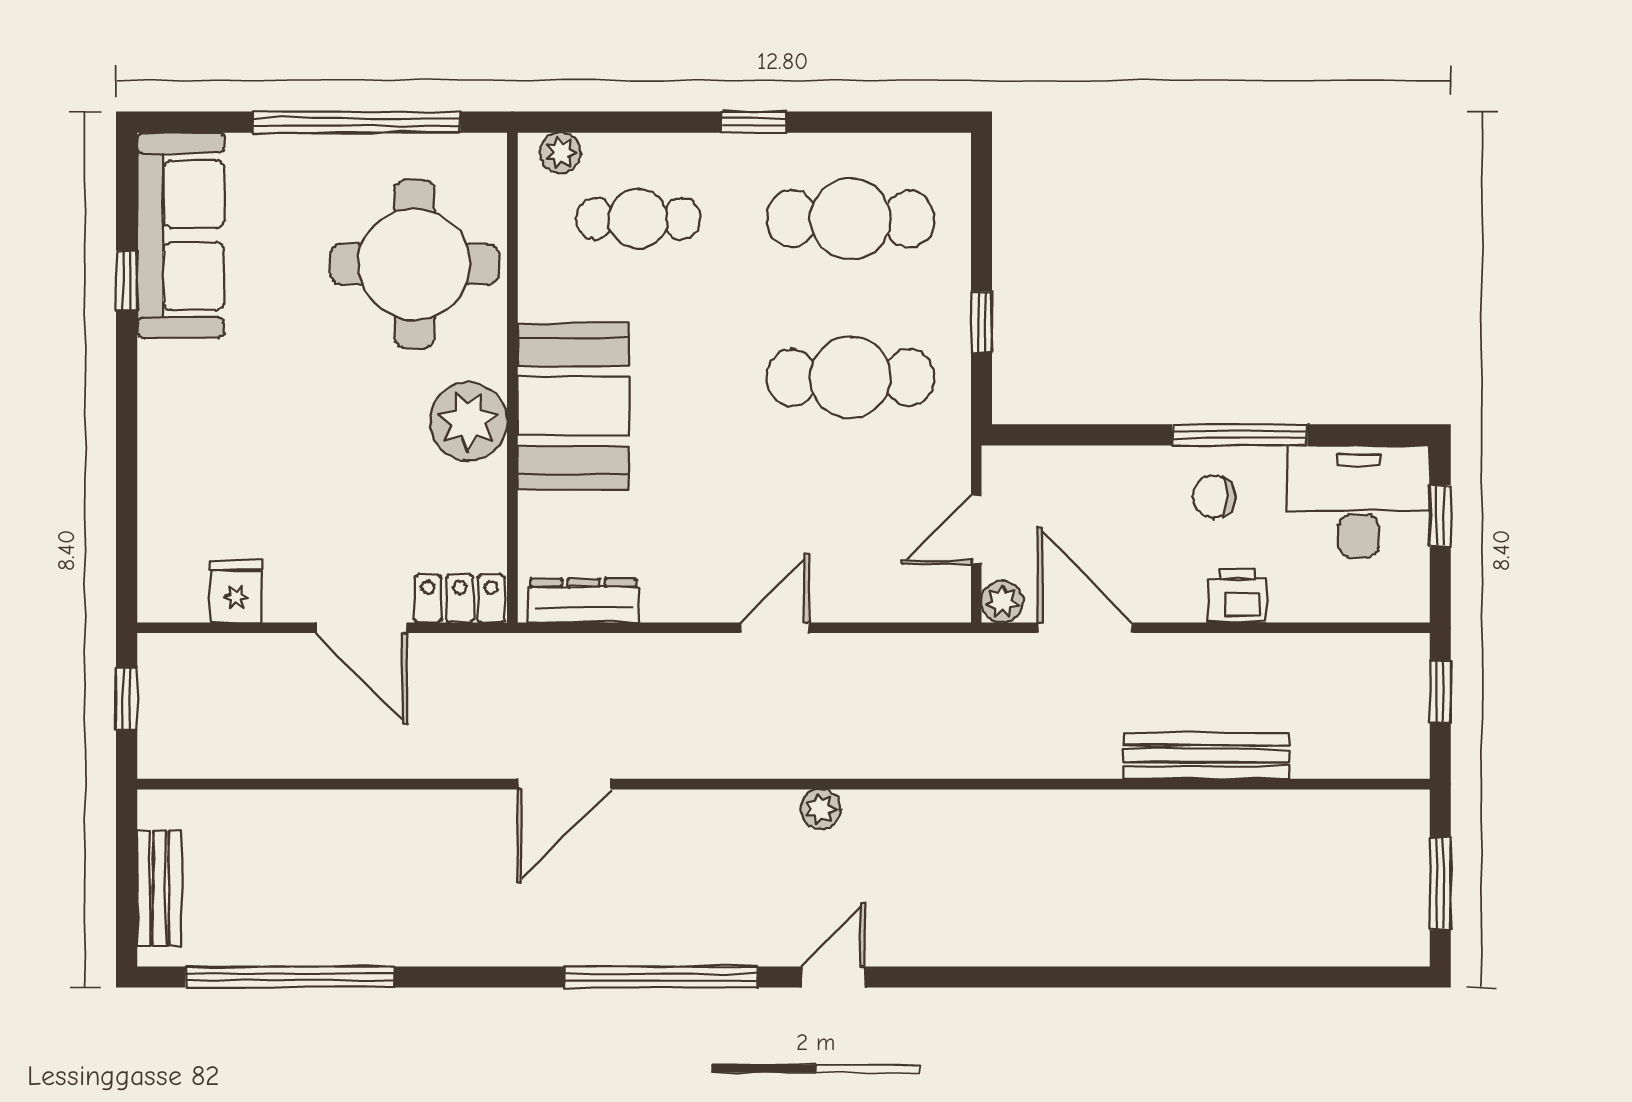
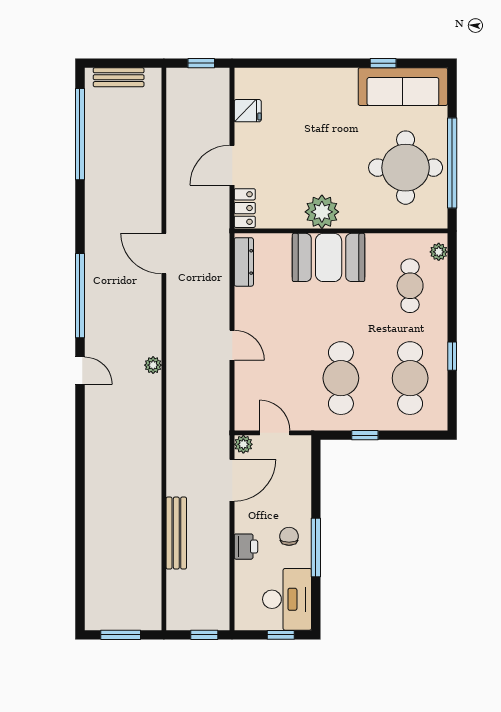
window: (754, 122) -> (452, 356), moved
round table: (414, 264) -> (406, 168), moved

